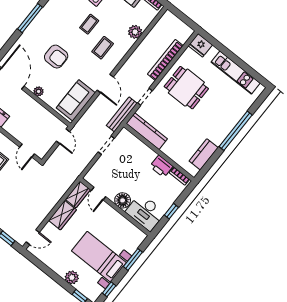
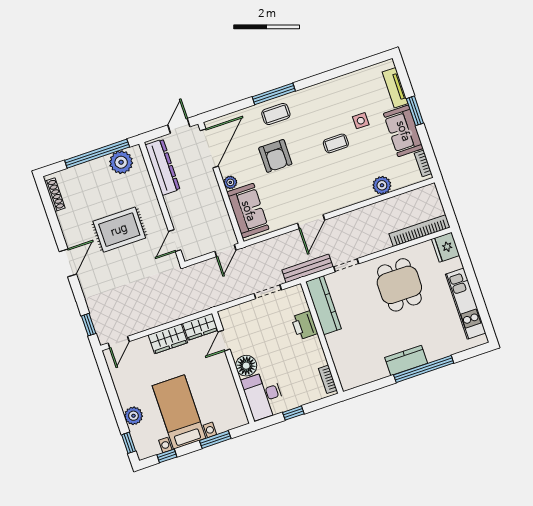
coffee table: (103, 48) -> (276, 114), moved
bookcase: (165, 60) -> (420, 231), moved
sofa: (76, 100) -> (248, 211), moved, turned 90
kitchen counter: (204, 154) -> (406, 360), moved
printer: (161, 166) -> (304, 325), moved
door: (33, 237) -> (119, 342), hinge flipped

